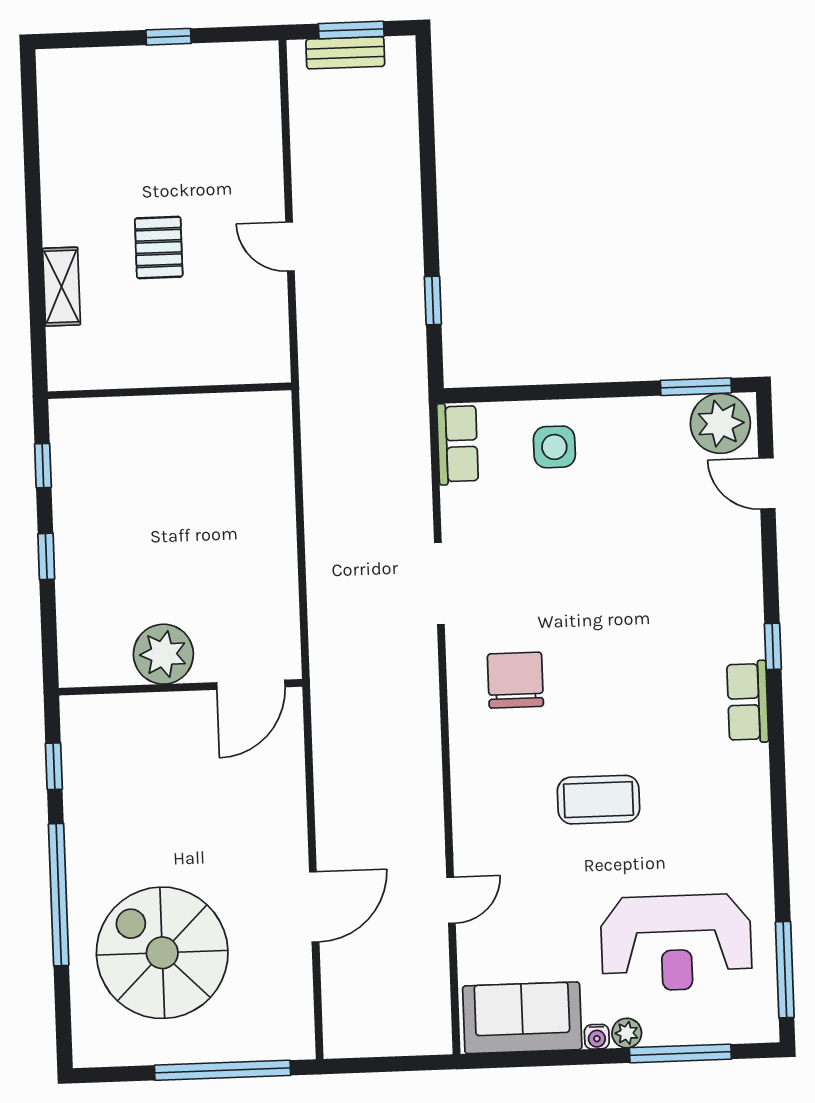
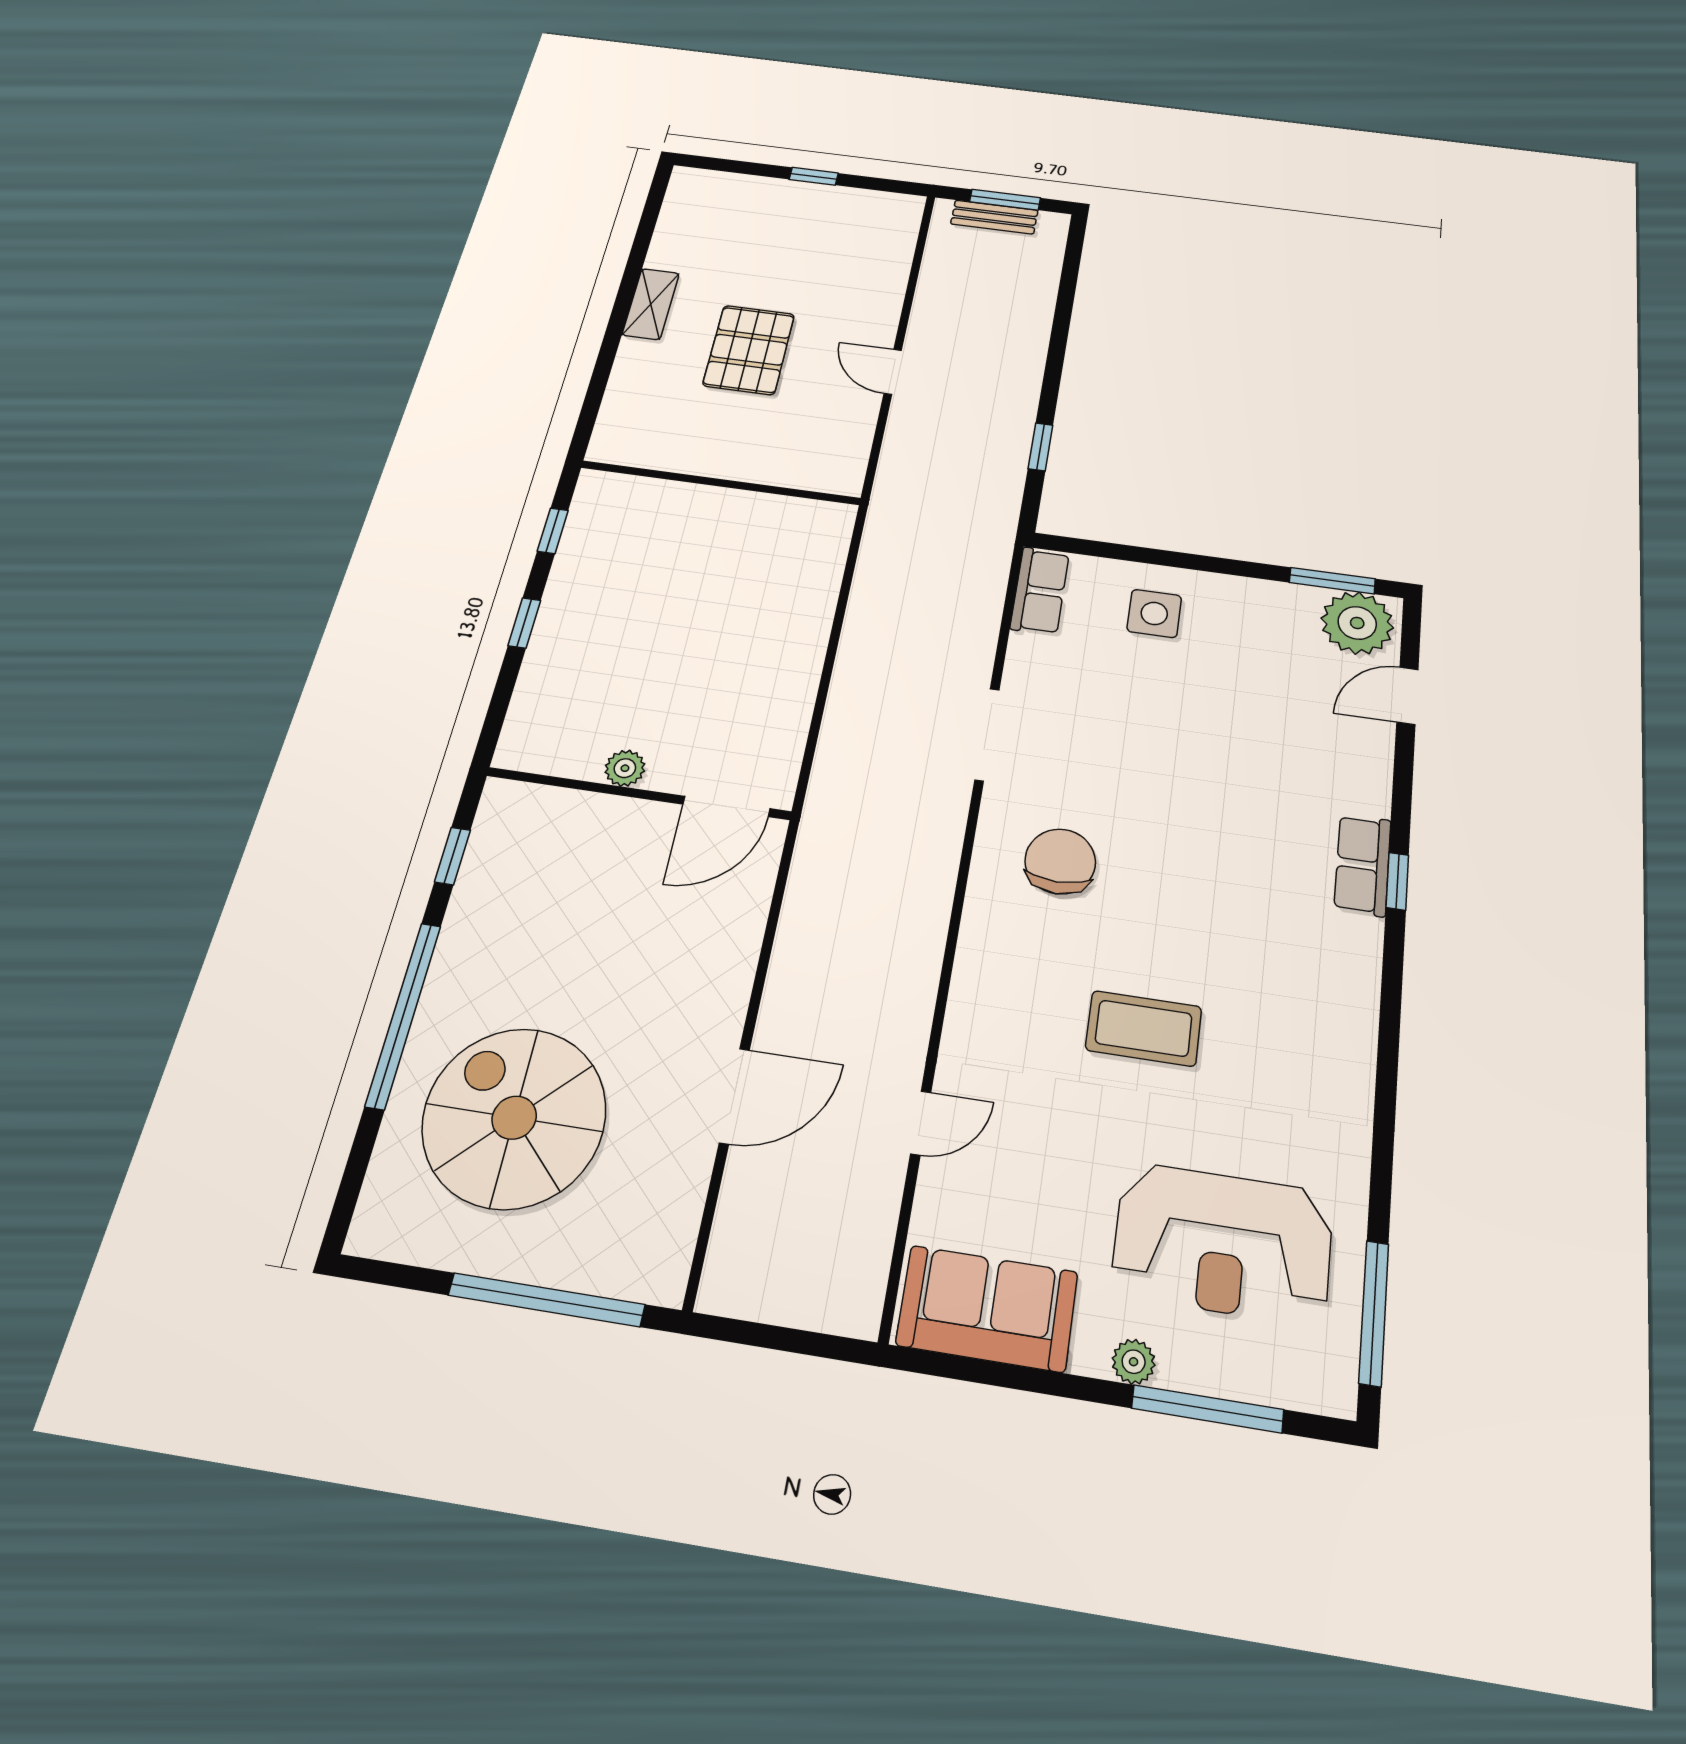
pallet: (159, 248) -> (749, 350), width x1.50, depth x1.42
shelving: (61, 287) -> (651, 304), moved
door: (767, 483) -> (1407, 696), hinge flipped
plant: (163, 654) -> (625, 768), width x0.53, depth x0.53
row of seats: (748, 702) -> (1363, 865), moved
water cooler: (597, 1037) -> (1089, 1358), removed

